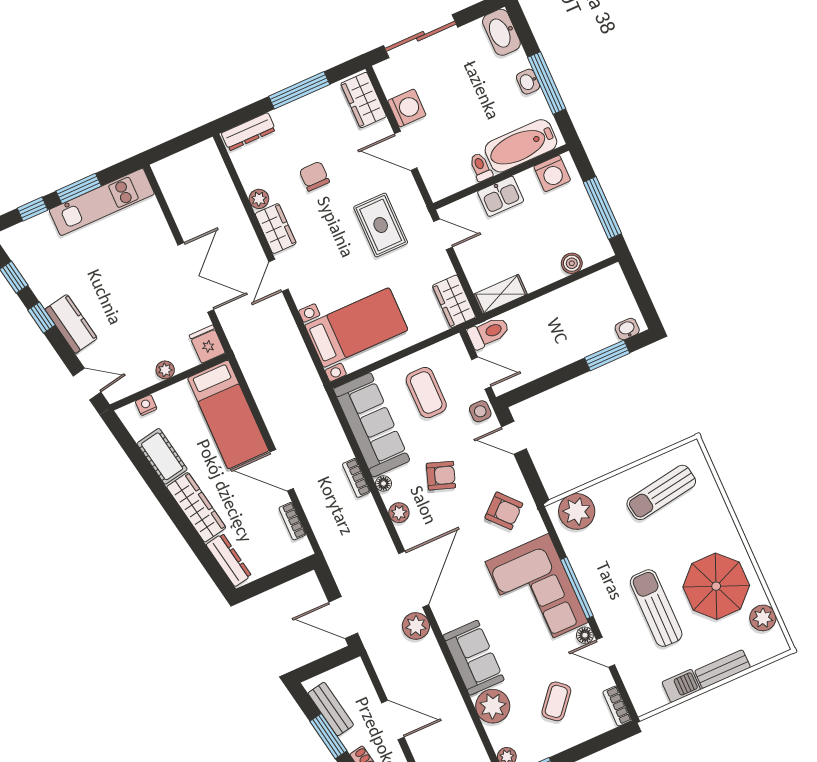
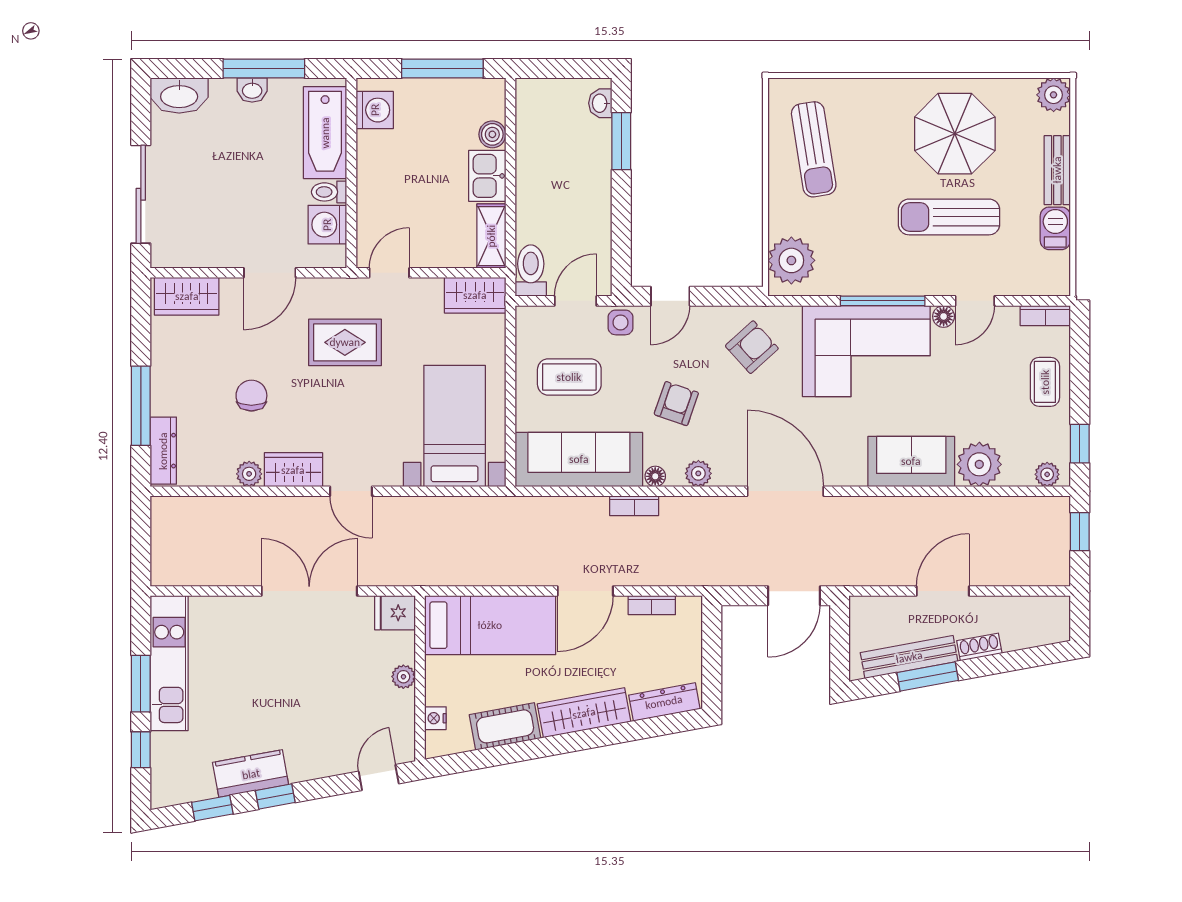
window: (299, 90) -> (141, 406), moved
washing machine: (407, 108) -> (327, 225), moved, turned -90
chair: (314, 176) -> (251, 396), turned 90
kitchen sink: (501, 196) -> (487, 176), moved, turned 180
kitchen counter: (71, 324) -> (251, 774), moved
plant: (763, 618) -> (1054, 95), moved
plant: (416, 626) -> (843, 513), removed
coffee table: (556, 701) -> (1045, 382), moved, turned 50
bench: (331, 709) -> (909, 657), width x1.36

